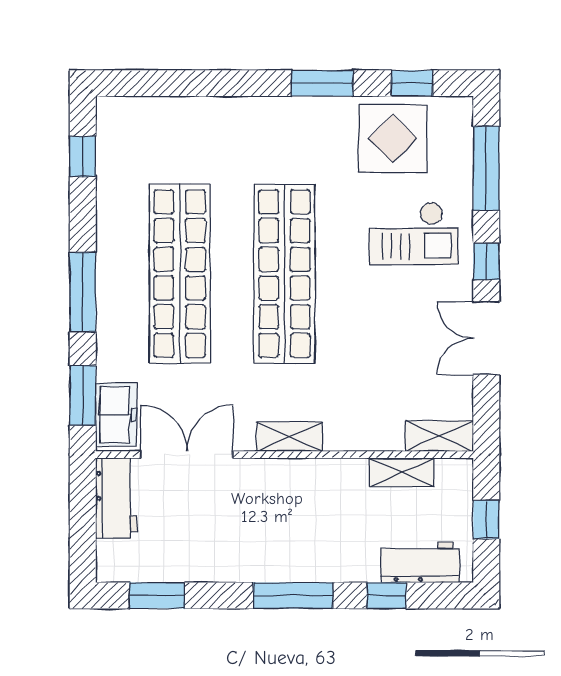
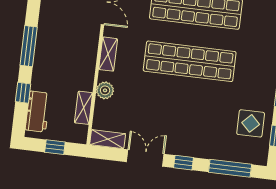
display table: (393, 138) -> (251, 123), width x0.73, depth x0.73
checkout: (414, 233) -> (202, 128), removed
plant: (362, 434) -> (105, 90), added
shelving: (439, 436) -> (108, 139), moved, turned 90

